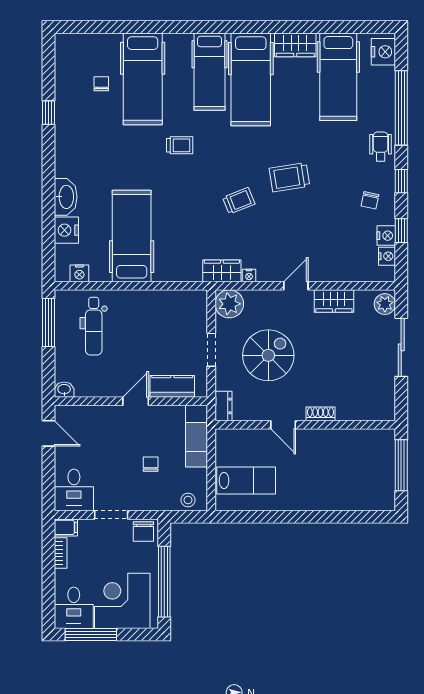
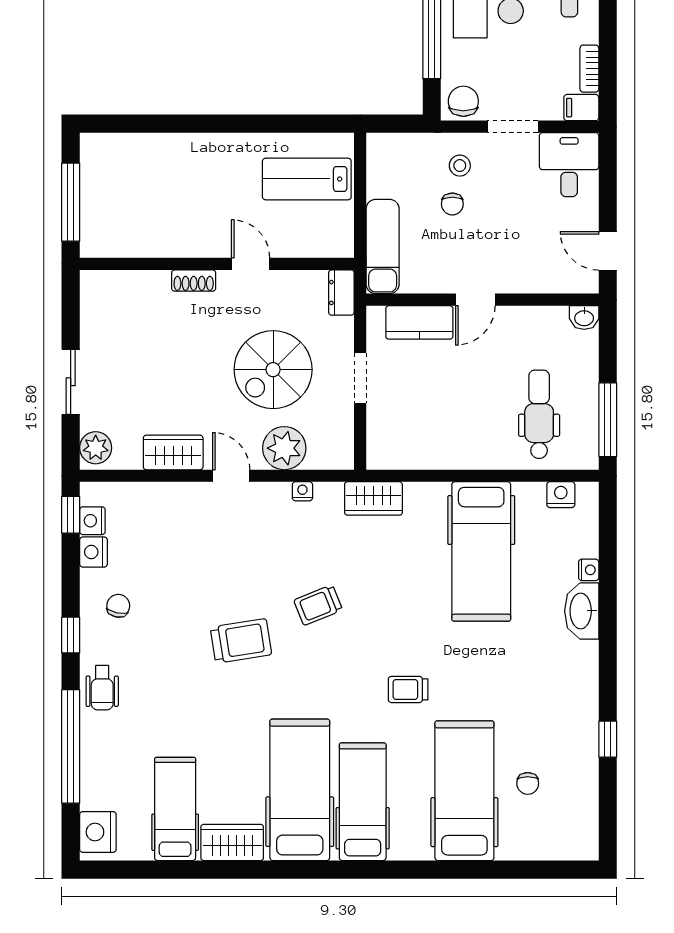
hospital bed: (338, 77) -> (175, 809), width x0.73, depth x0.78
nightstand: (66, 230) -> (589, 570), width x0.53, depth x0.56
window: (401, 231) -> (71, 515), moved
wardrobe: (222, 271) -> (373, 498), moved
door: (296, 286) -> (231, 476), swing flipped
plant: (229, 304) -> (284, 448), moved
sliding door: (401, 347) -> (71, 382), width x0.73
stool: (188, 500) -> (460, 166), moved

